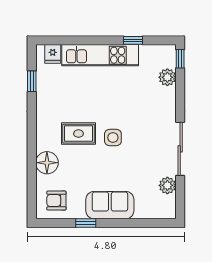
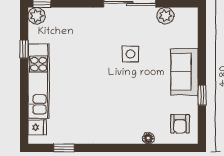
plant: (167, 77) -> (37, 16), moved
rug: (78, 134) -> (115, 102), removed
side table: (113, 138) -> (131, 54), moved
floor lamp: (47, 163) -> (148, 138), width x0.53, depth x0.53

